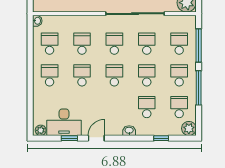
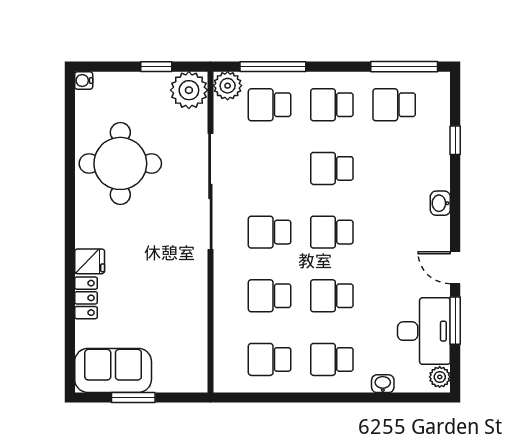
washbasin: (37, 21) -> (383, 384), moved
school desk: (147, 44) -> (270, 168), removed
window: (199, 88) -> (404, 67), moved
school desk: (147, 107) -> (394, 168), removed
plant: (189, 128) -> (228, 86), moved
window: (69, 138) -> (455, 321), width x1.50

